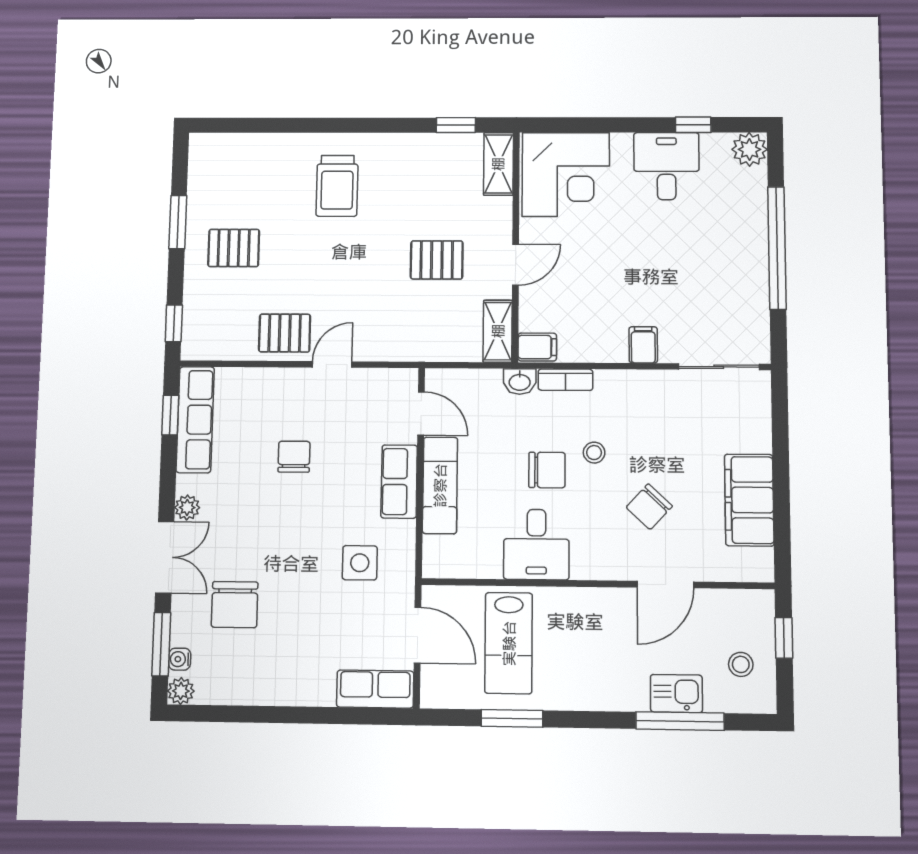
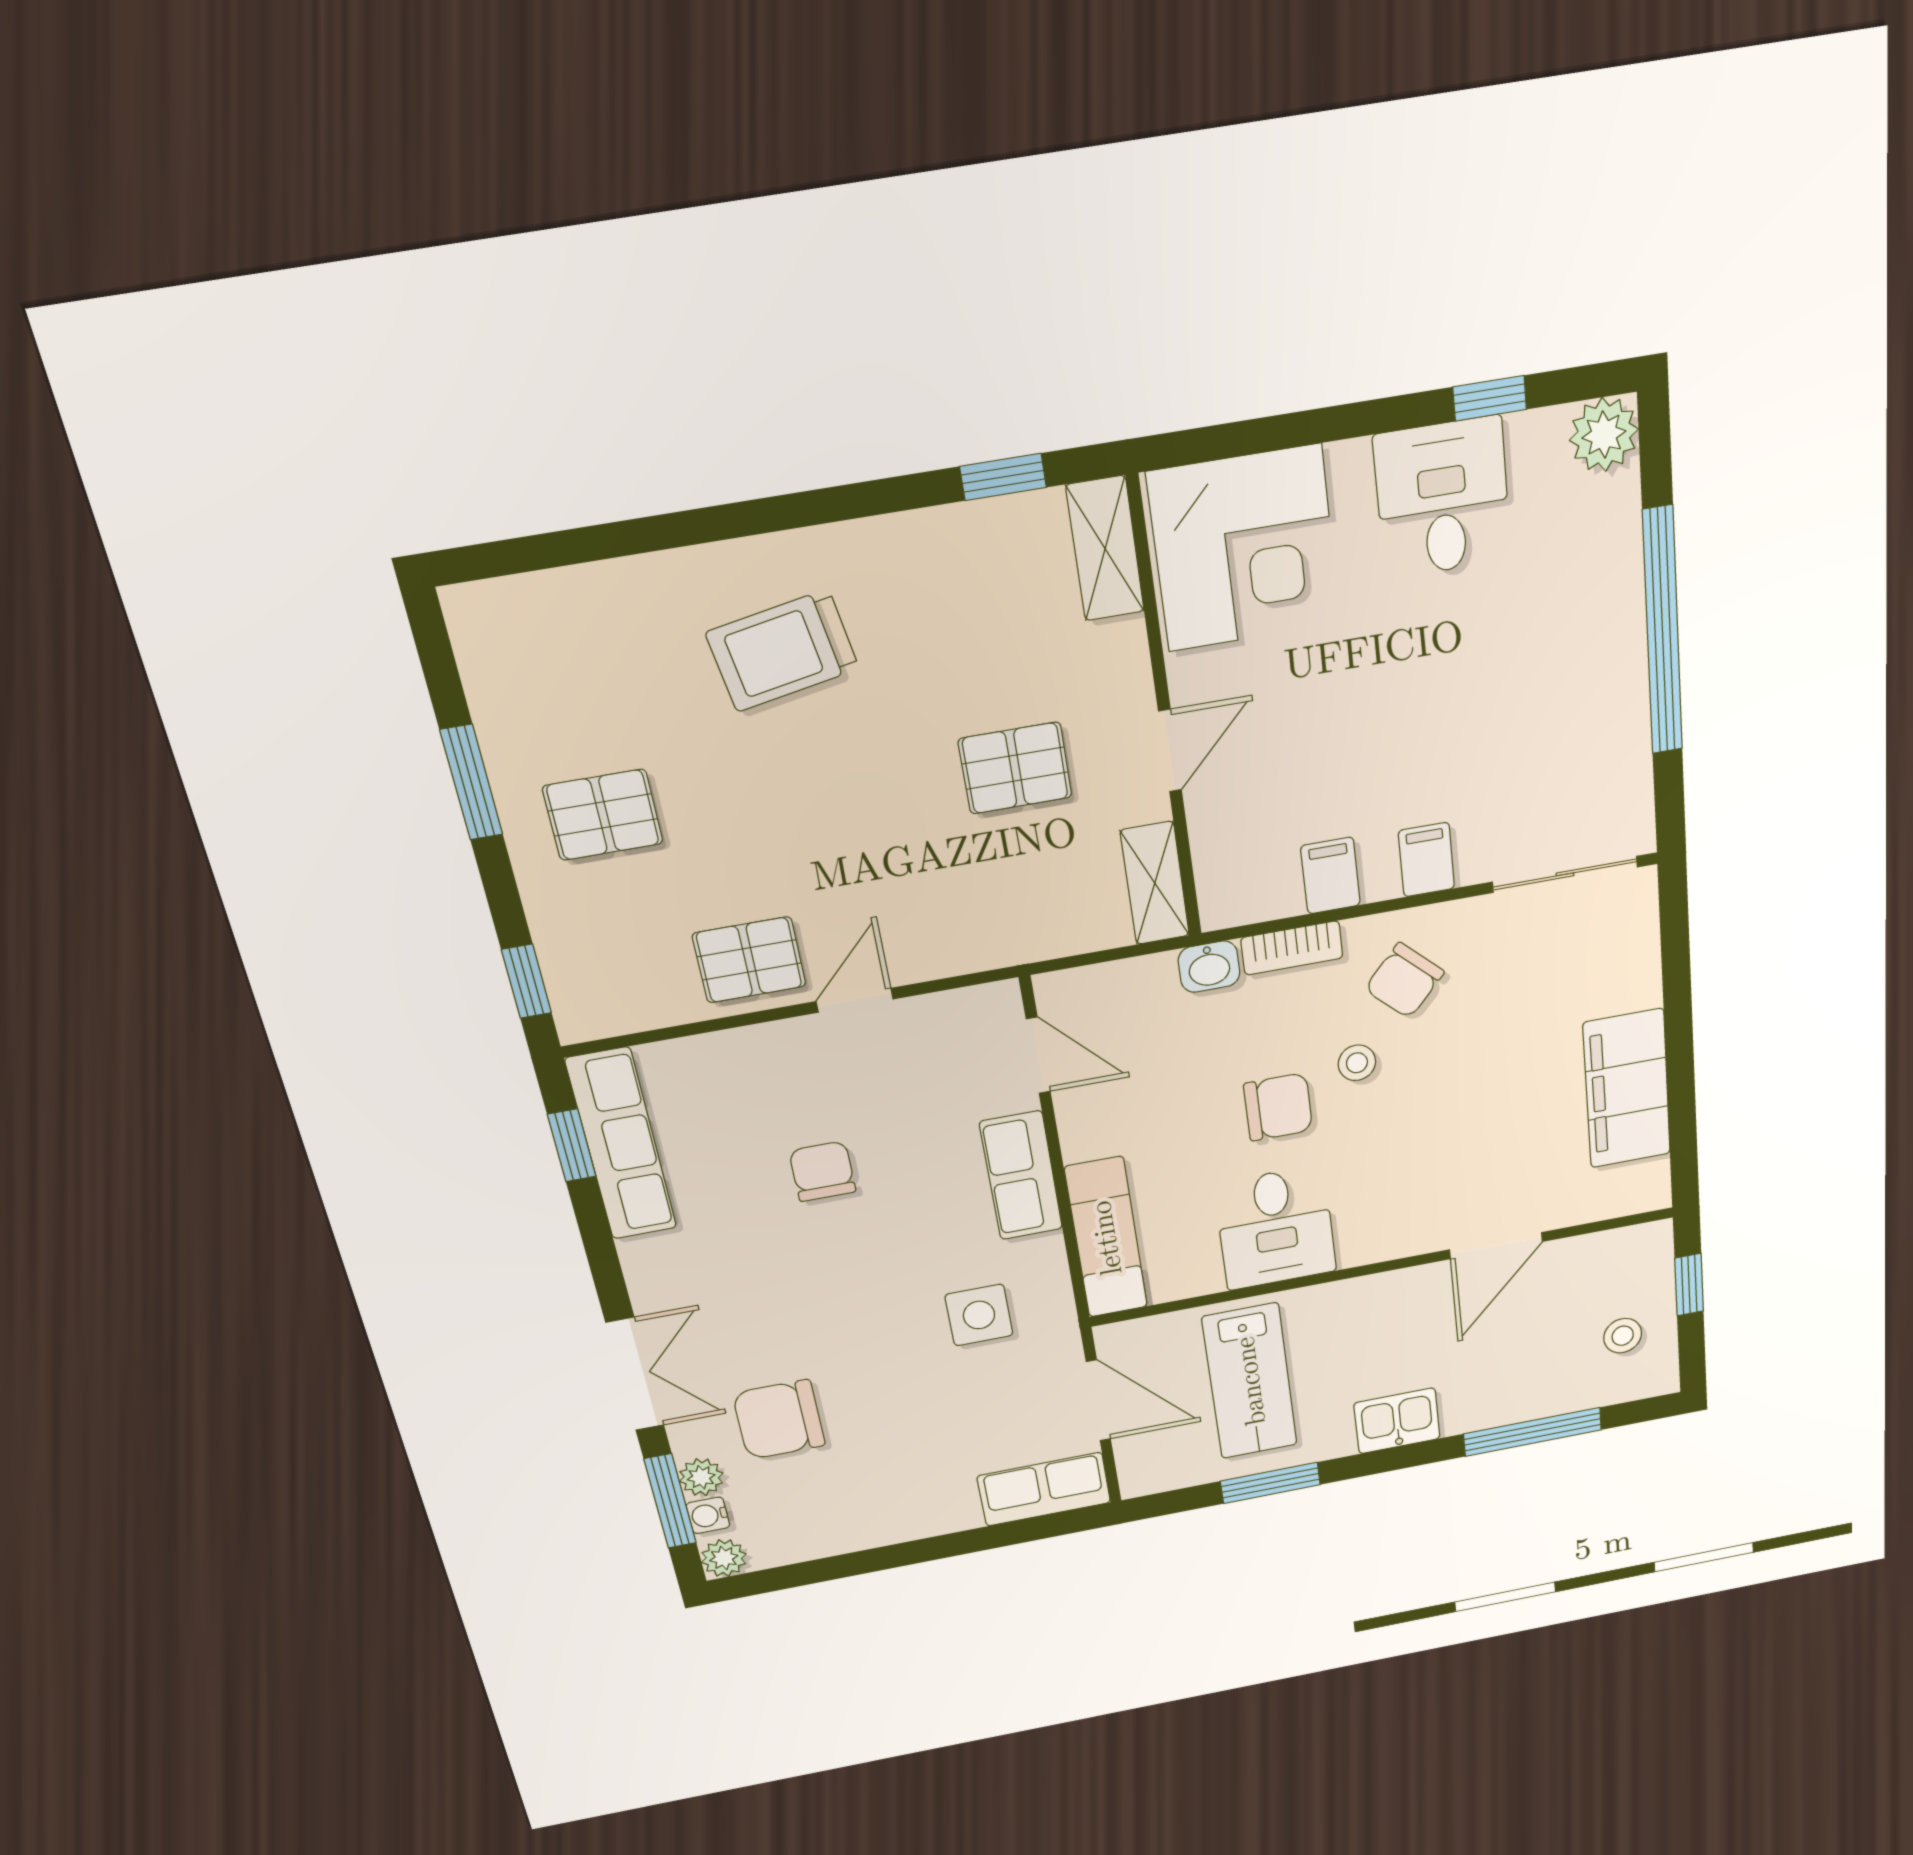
trolley: (337, 186) -> (782, 651), turned 80
filing cabinet: (537, 347) -> (1330, 876), moved, turned -90
exam couch: (440, 485) -> (1106, 1238), moved
plant: (187, 507) -> (701, 1477), moved
chair: (649, 507) -> (1404, 980), moved
chair: (235, 605) -> (779, 1419), turned 90
kitchen sink: (676, 694) -> (1397, 1421), moved

